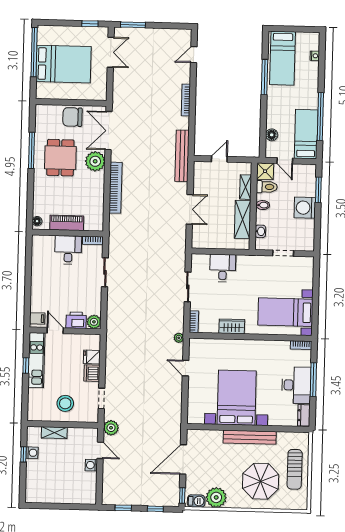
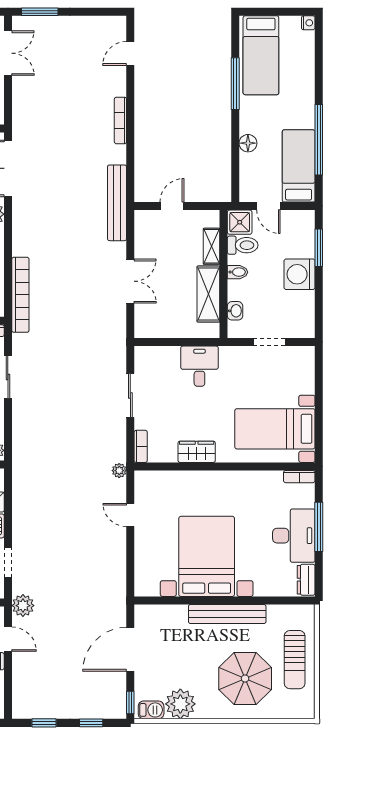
nightstand: (315, 56) -> (308, 23), moved
floor lamp: (272, 135) -> (248, 143), moved
bookcase: (116, 188) -> (20, 295), moved
desk: (223, 268) -> (199, 366), moved

